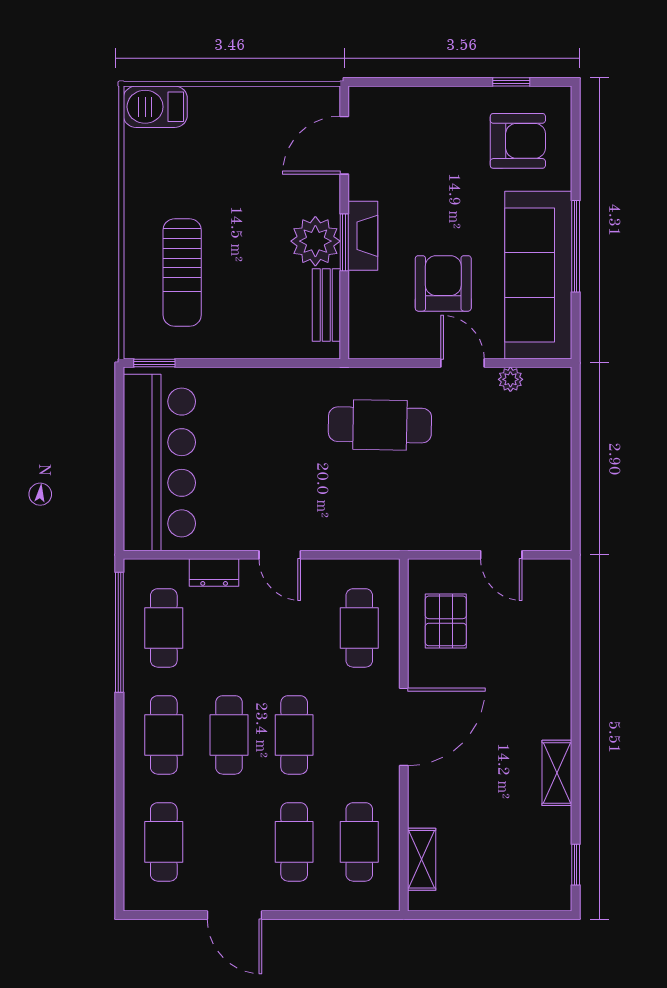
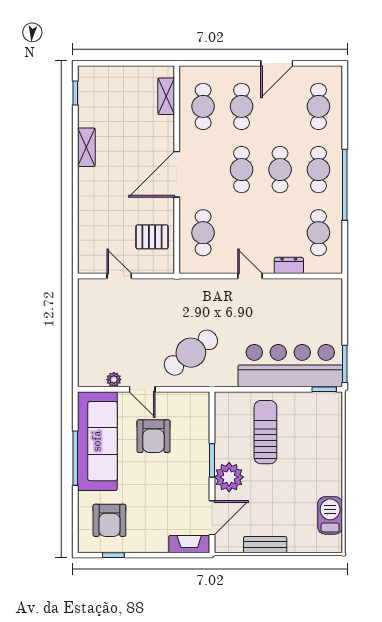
barbecue: (155, 107) -> (330, 515), moved, turned -90
armchair: (518, 141) -> (109, 520), turned -90
fireplace: (363, 236) -> (189, 544), moved, turned 90
plant: (315, 241) -> (229, 477), moved
sun lounger: (182, 273) -> (265, 432), moved
bench: (326, 305) -> (265, 545), moved, turned 90
window: (119, 406) -> (345, 364), added
cafe table: (380, 425) -> (191, 353), turned -38
bar counter: (159, 462) -> (290, 366), moved, turned 90
pallet: (446, 621) -> (152, 237), turned 90
window: (119, 632) -> (345, 185), moved
door: (235, 915) -> (277, 63), swing flipped

